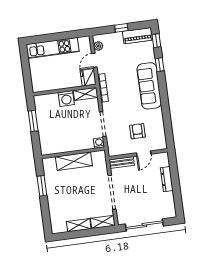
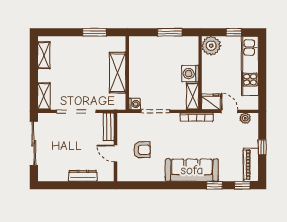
window: (26, 66) -> (234, 32), added
plant: (40, 84) -> (211, 46), added
shelving: (79, 225) -> (44, 55), moved

